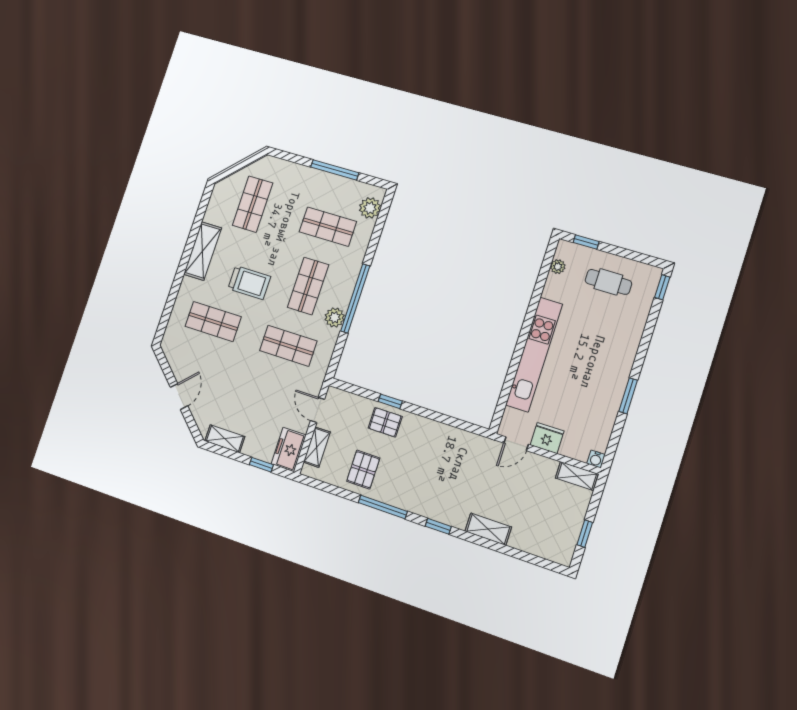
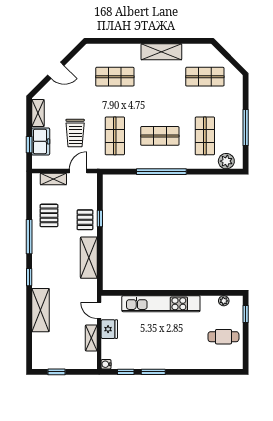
cafe table: (608, 282) -> (223, 337), turned 90
trolley: (249, 283) -> (75, 133), moved
window: (662, 287) -> (126, 372), moved
plant: (335, 318) -> (144, 162), removed
shop shelf: (213, 321) -> (115, 77), turned 90
shelving: (438, 434) -> (89, 258), added
freezer: (289, 449) -> (41, 141), moved, turned 90
pallet: (363, 470) -> (49, 215), turned 90
shelving: (577, 476) -> (91, 338), moved
shelving: (488, 529) -> (40, 310), width x1.50, depth x1.33

